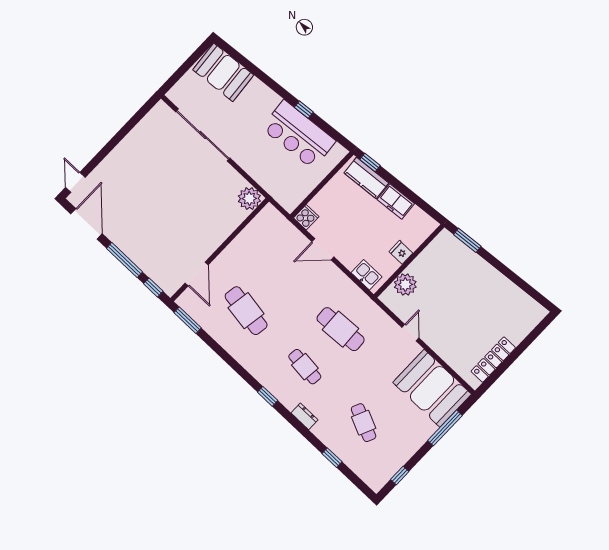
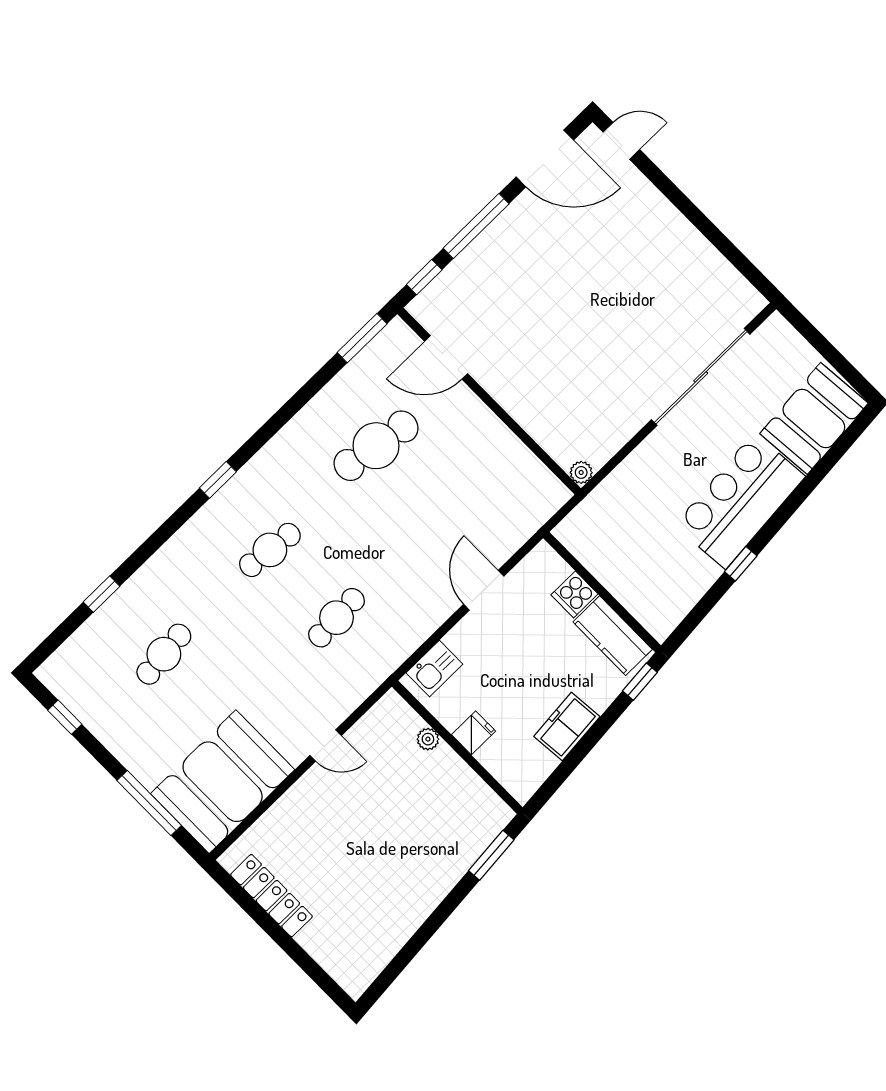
bar counter: (299, 135) -> (740, 501), moved
kitchen counter: (366, 178) -> (613, 636), moved, turned -85
plant: (249, 199) -> (581, 472), width x0.53, depth x0.53
cooker: (306, 217) -> (575, 594), moved, turned 90
plant: (405, 285) -> (428, 739), width x0.53, depth x0.53
cafe table: (341, 329) -> (337, 618), width x0.73, depth x0.74
dresser: (304, 416) -> (179, 546), removed
cafe table: (364, 423) -> (164, 654), turned -30

